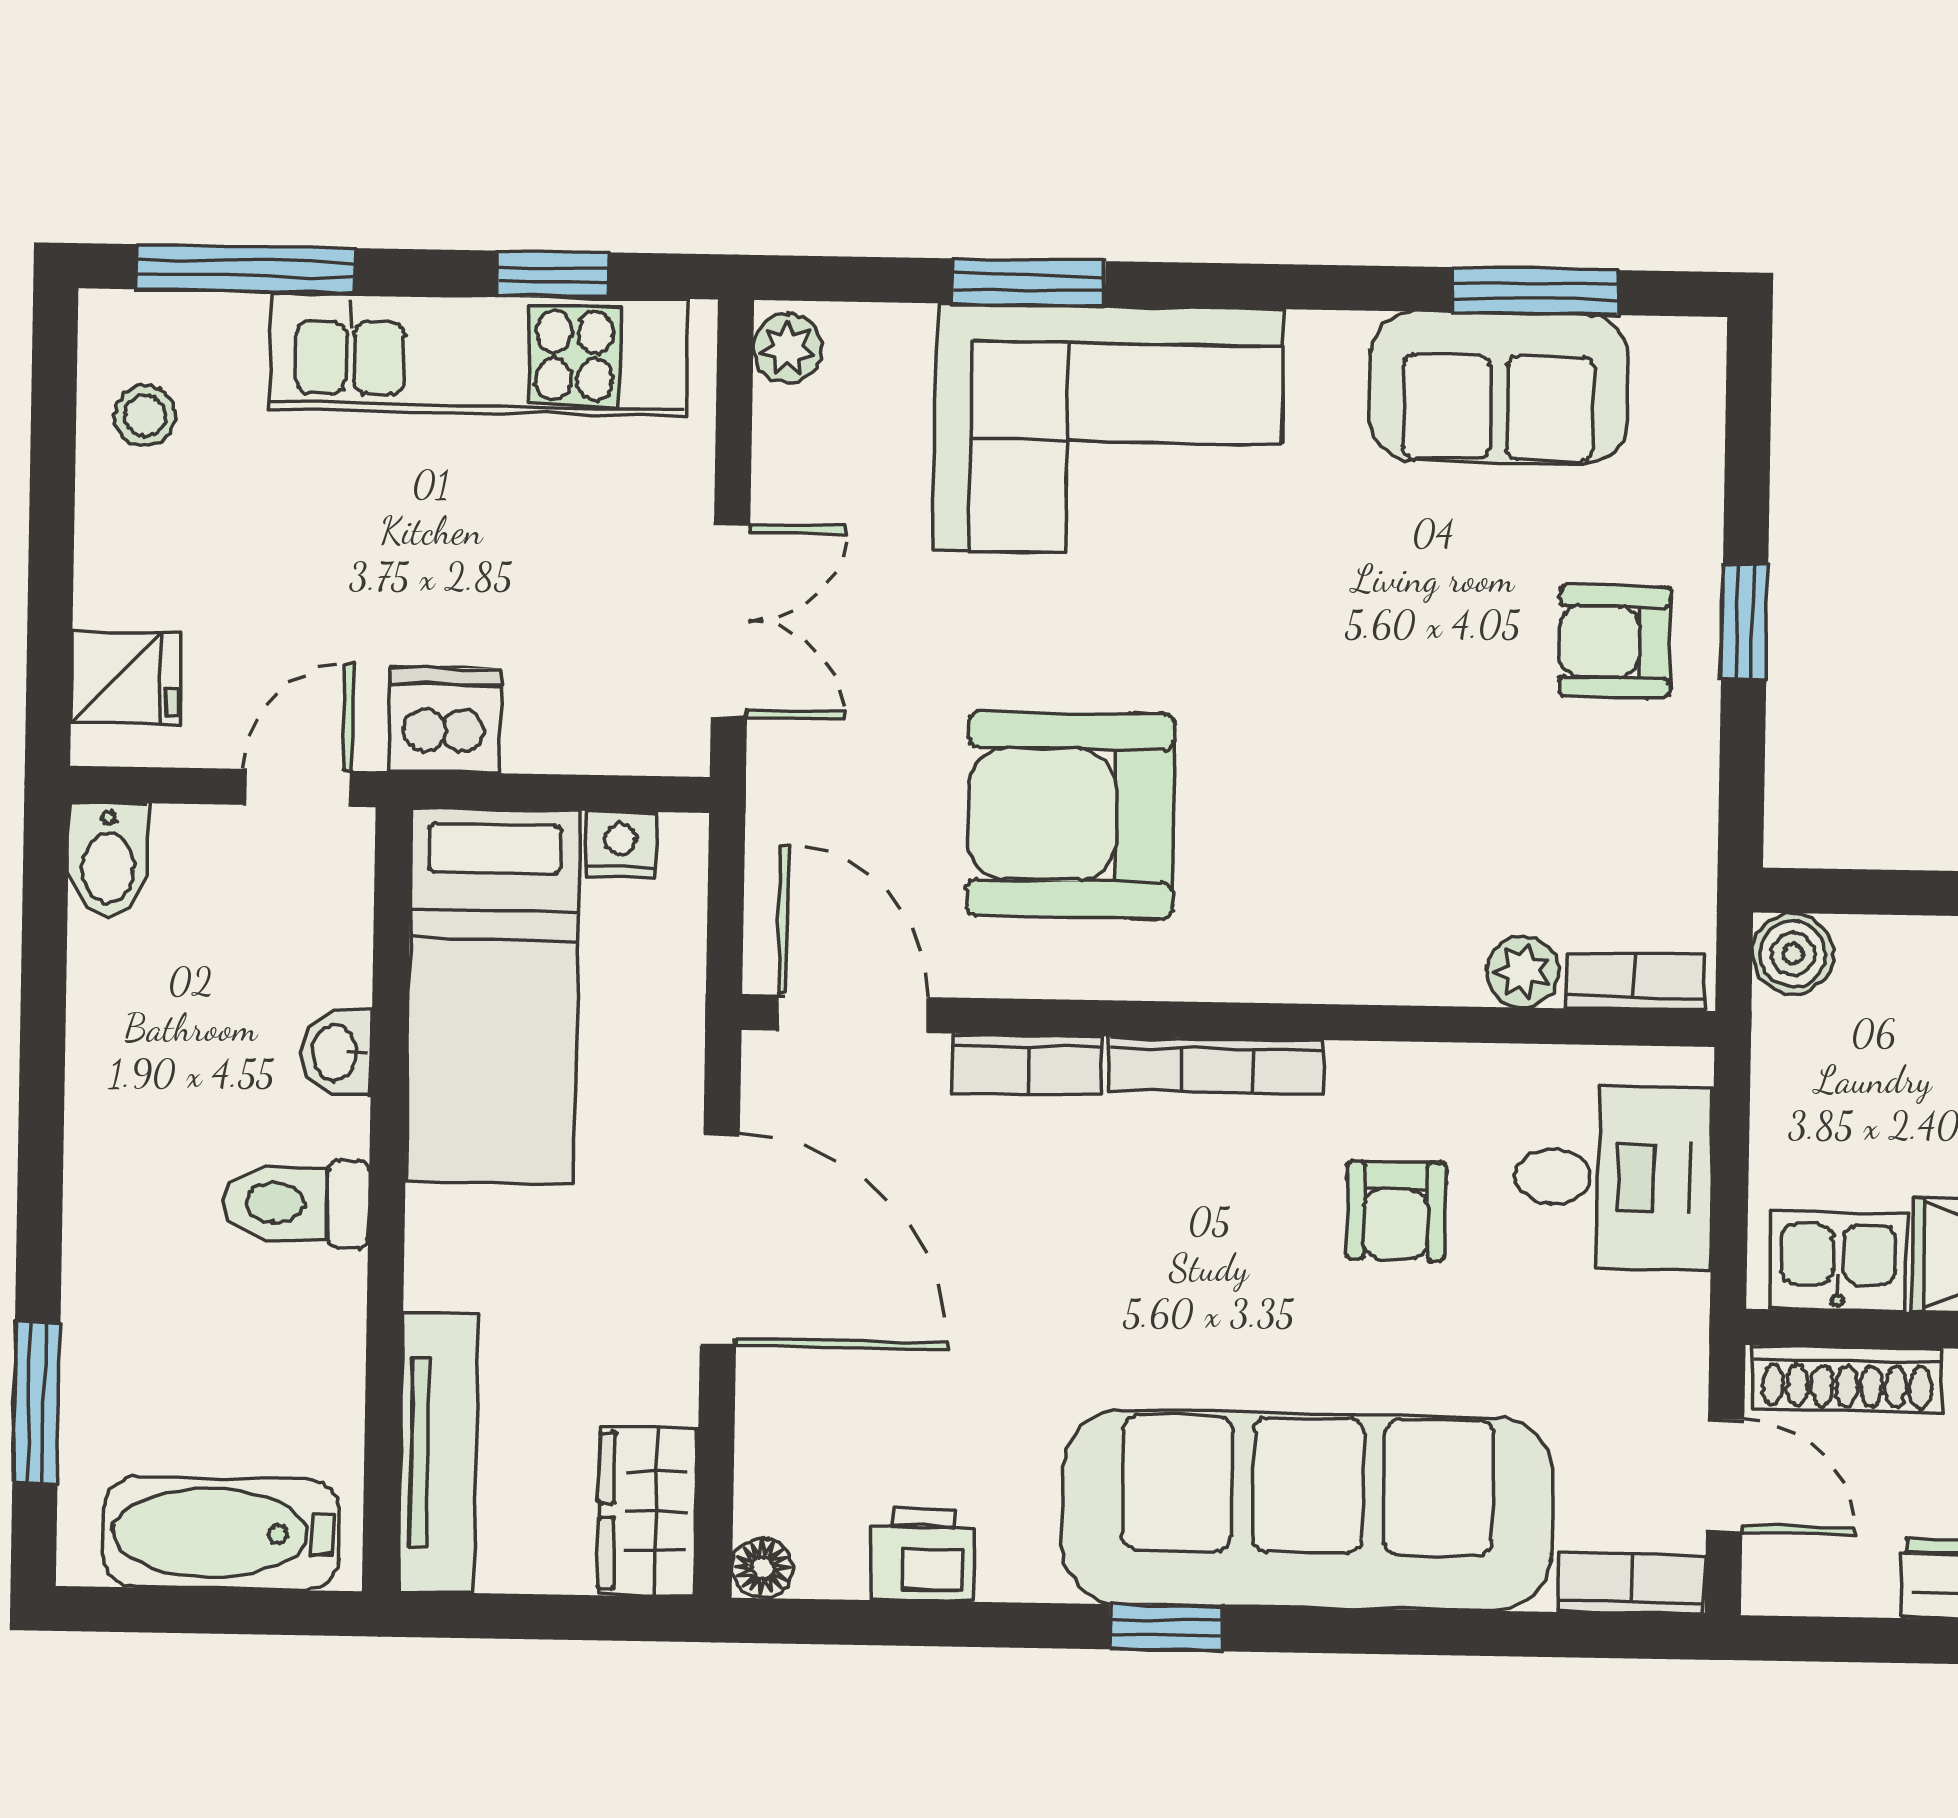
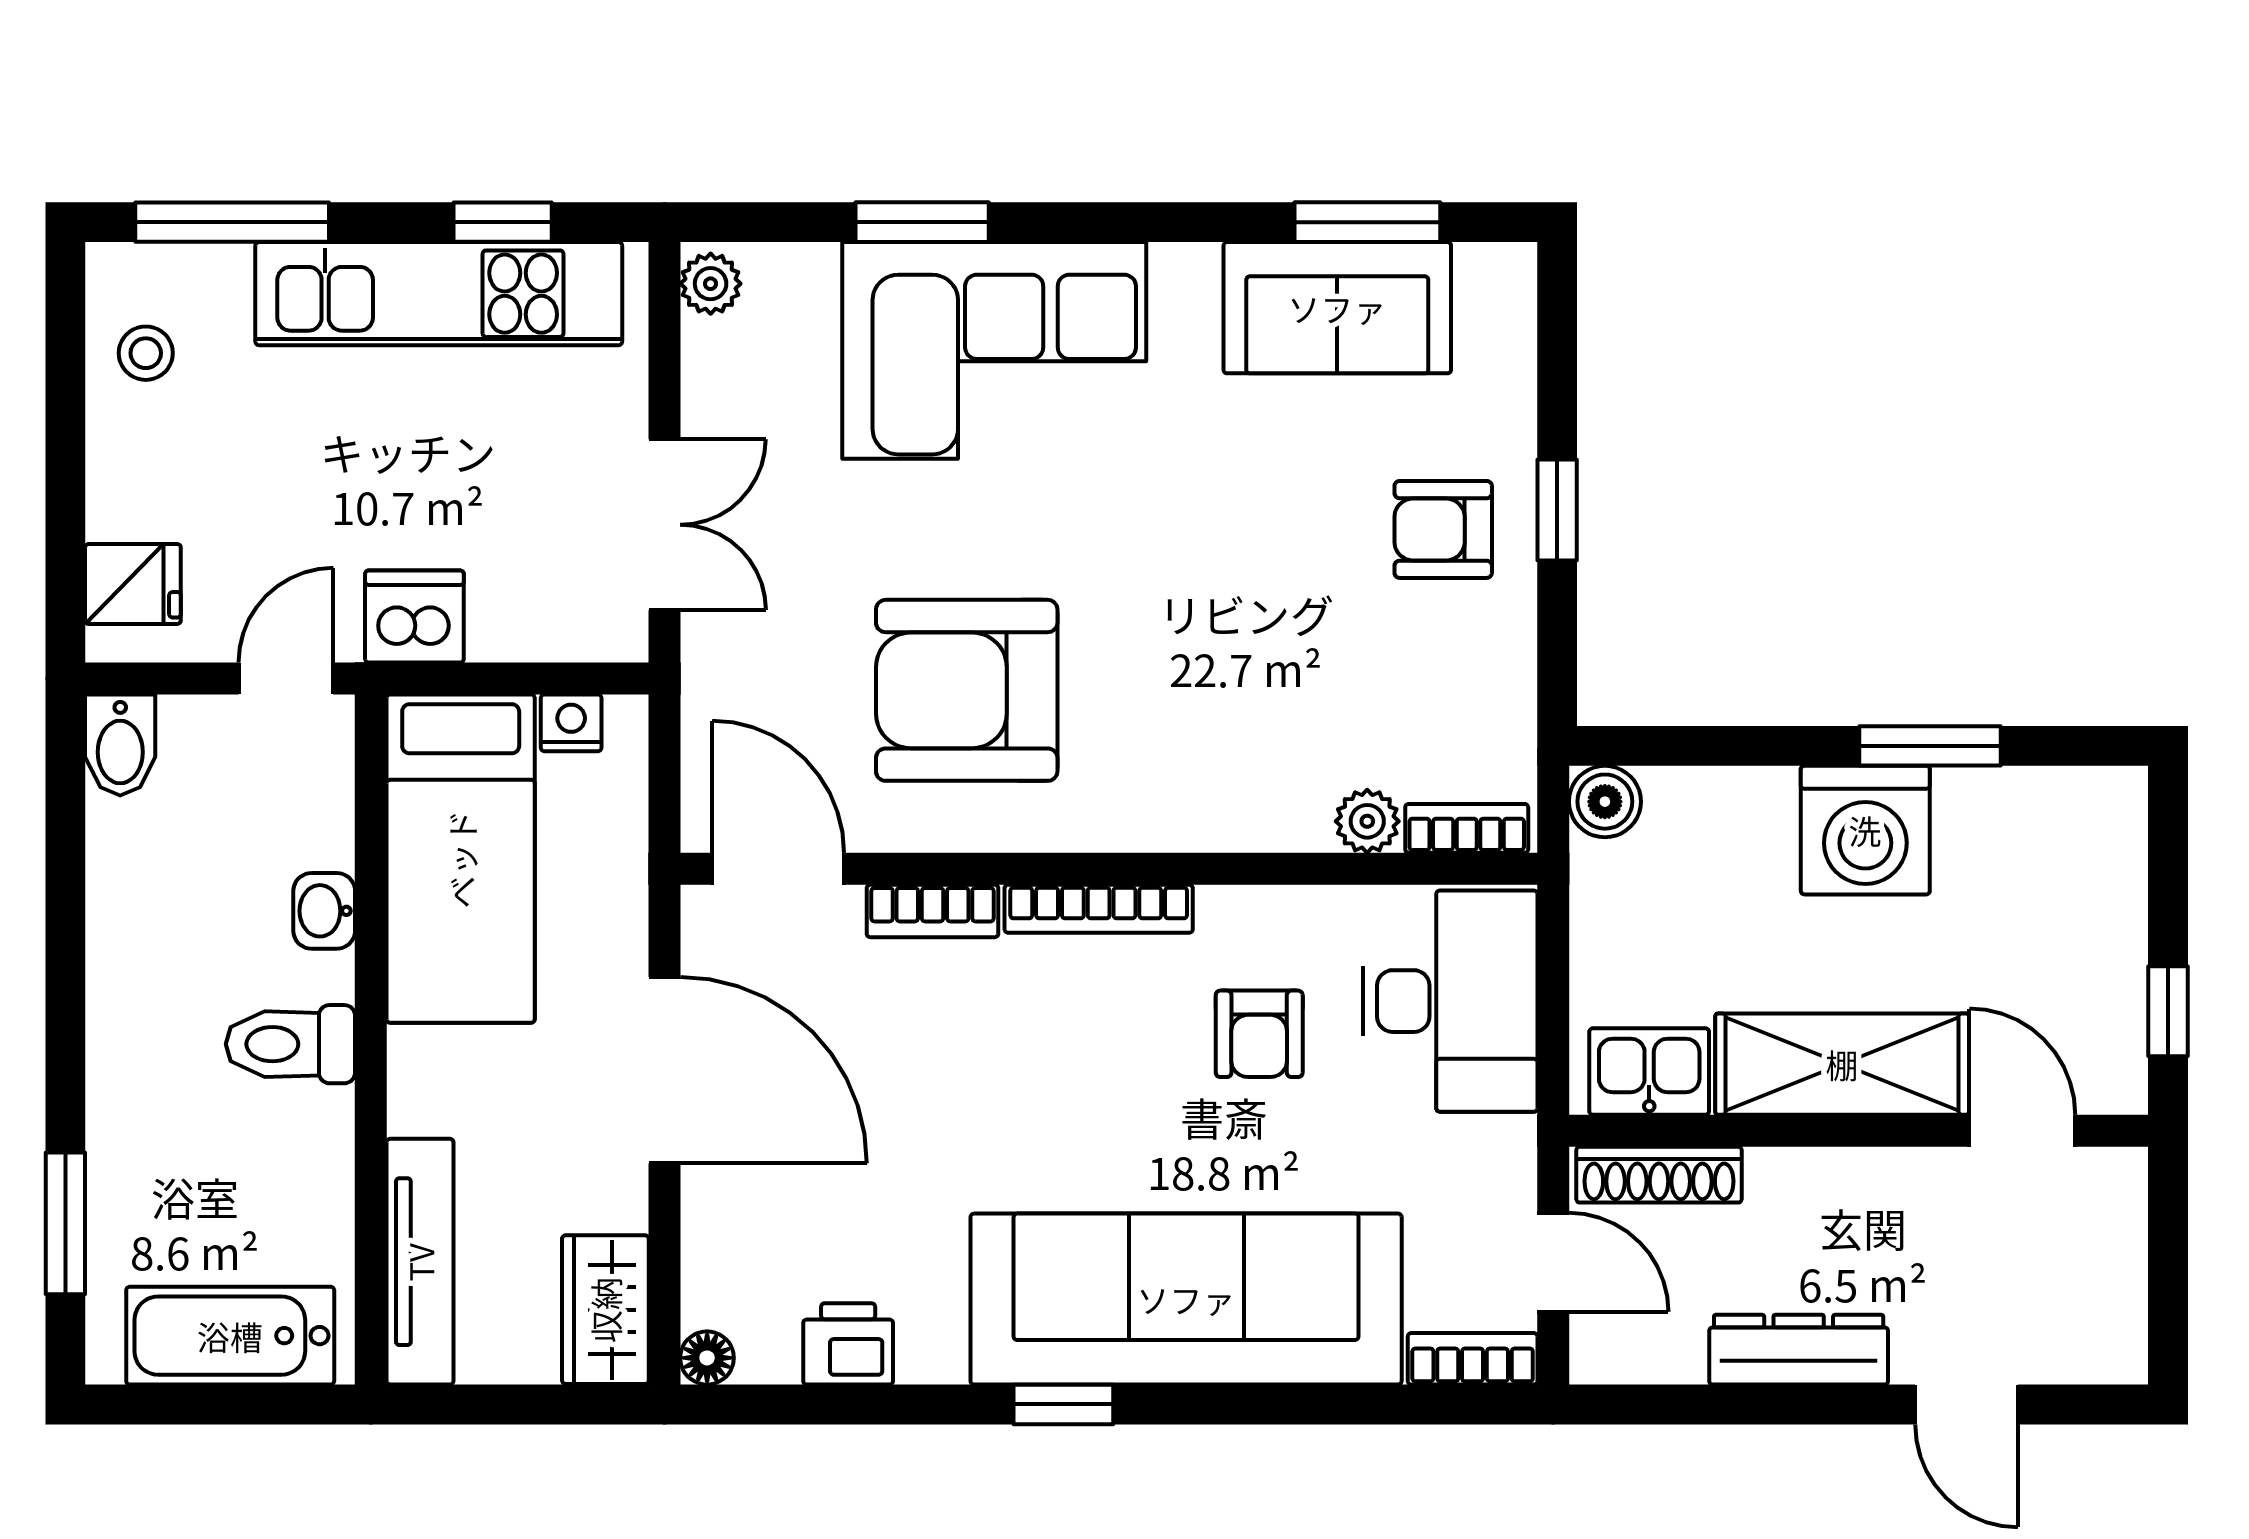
desk: (1613, 1177) -> (1450, 1001), width x1.37

